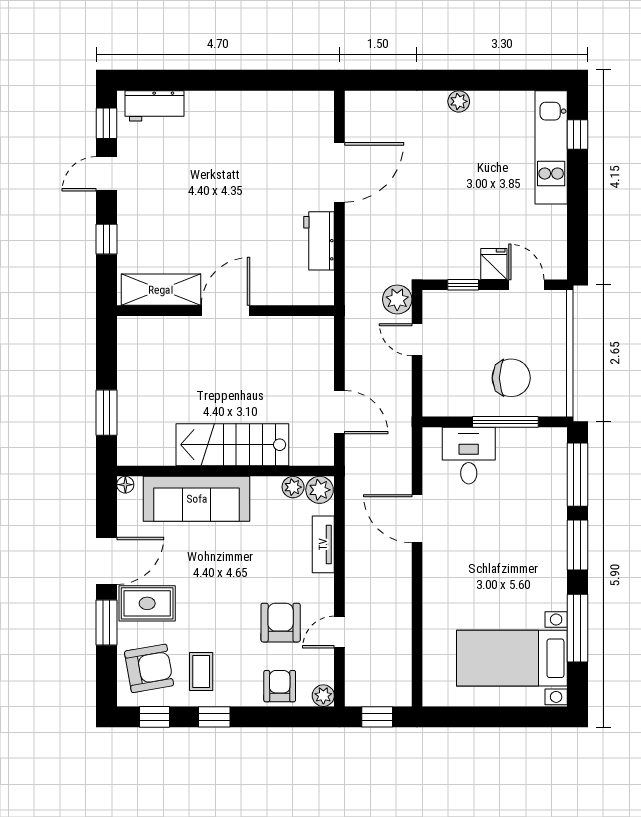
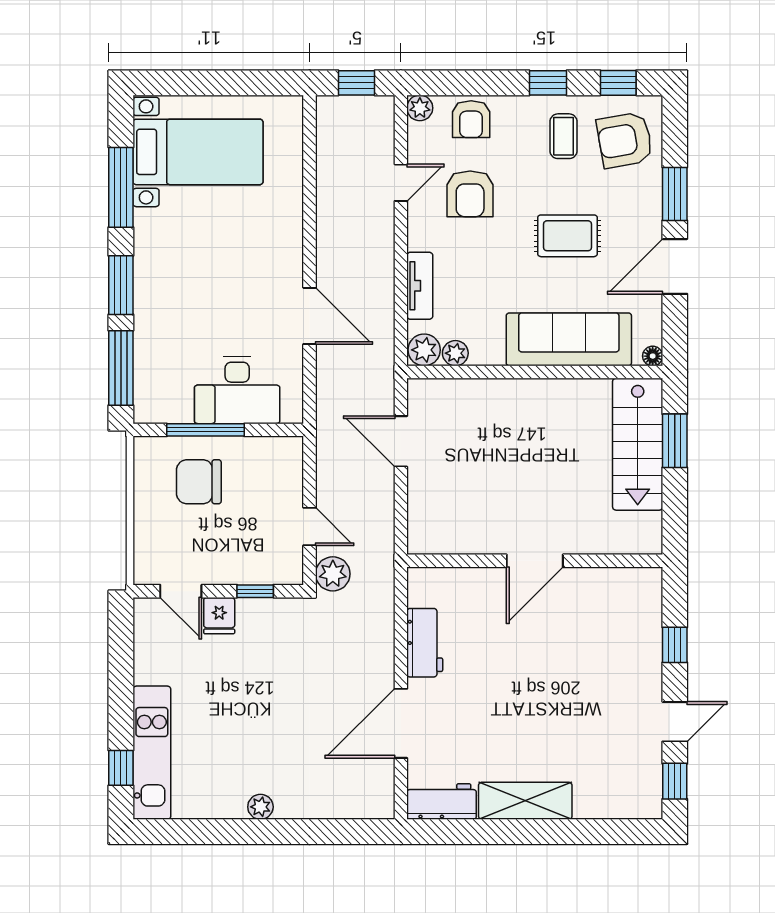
workbench: (154, 106) -> (442, 802), moved
shelving: (161, 290) -> (525, 801), moved
stairs: (232, 445) -> (638, 444), moved, turned 90
desk: (469, 456) -> (237, 390), width x1.37
rug: (147, 603) -> (567, 236), moved

